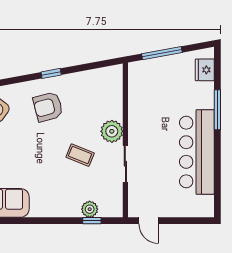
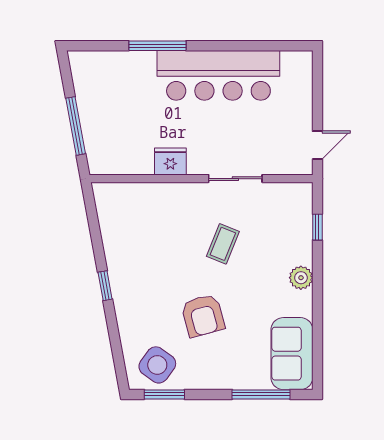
fridge: (205, 70) -> (170, 162), moved, turned 180
armchair: (48, 107) -> (203, 316), moved
plant: (112, 131) -> (189, 198), removed
plant: (90, 209) -> (301, 278), moved

